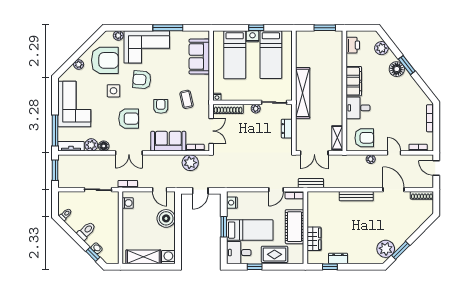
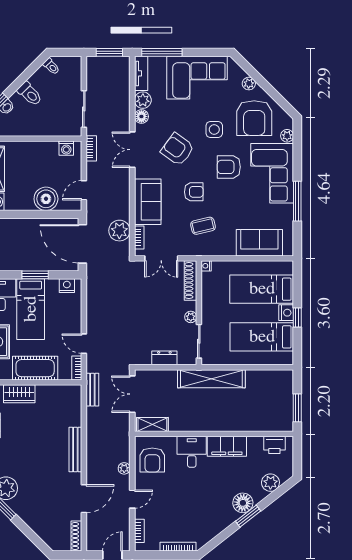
armchair: (142, 80) -> (229, 167), turned -95
armchair: (129, 119) -> (178, 149), turned 126
door: (200, 191) -> (82, 244), width x1.87

